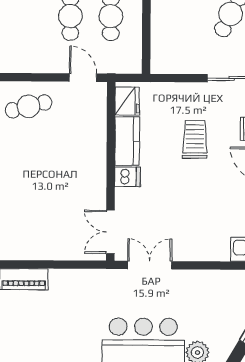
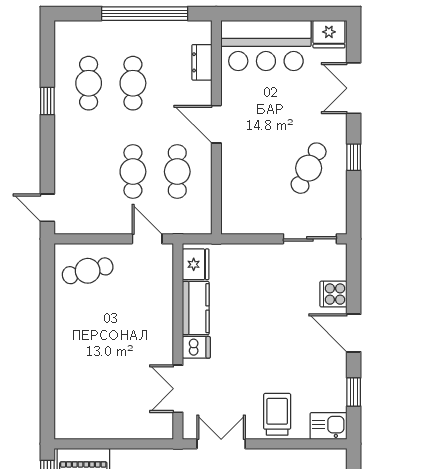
trolley: (195, 139) -> (277, 414), moved
double door: (110, 232) -> (178, 389), moved

